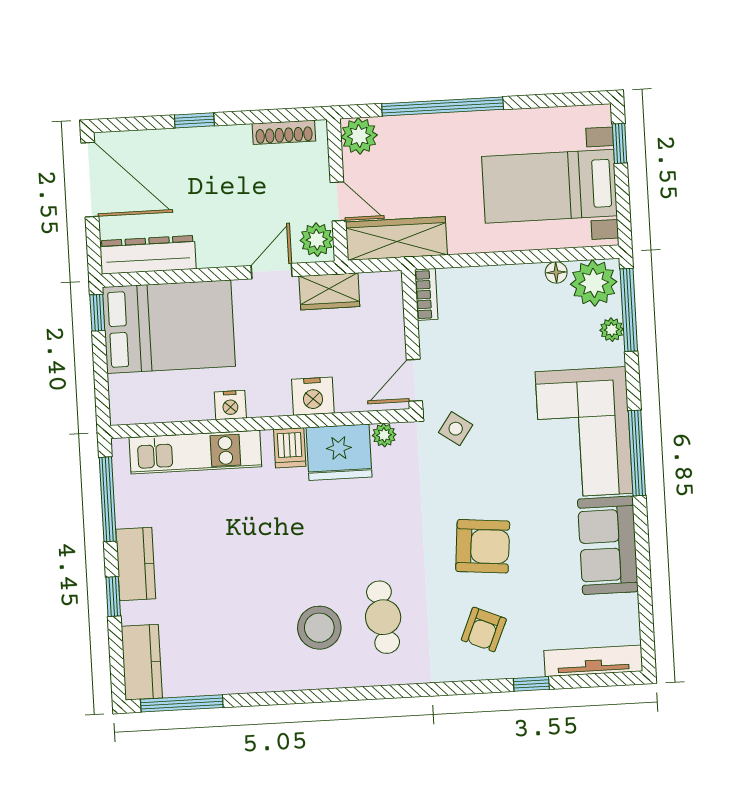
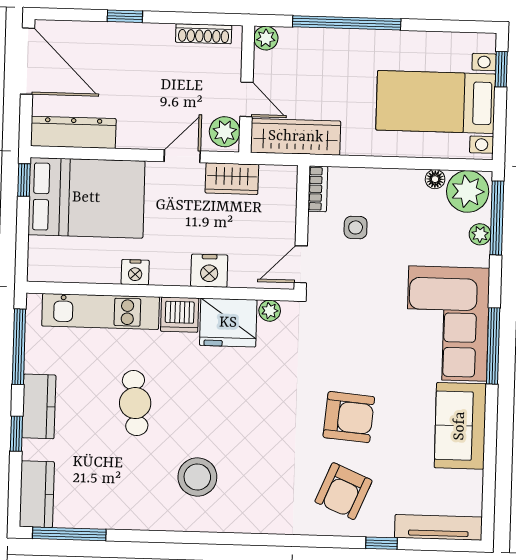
plant: (359, 136) -> (266, 38), width x0.73, depth x0.73
side table: (456, 429) -> (356, 227), moved, turned -35
dishwasher: (290, 448) -> (180, 315), width x1.38
cafe table: (383, 617) -> (135, 403), moved
armchair: (484, 629) -> (343, 491), width x1.38, depth x1.38

